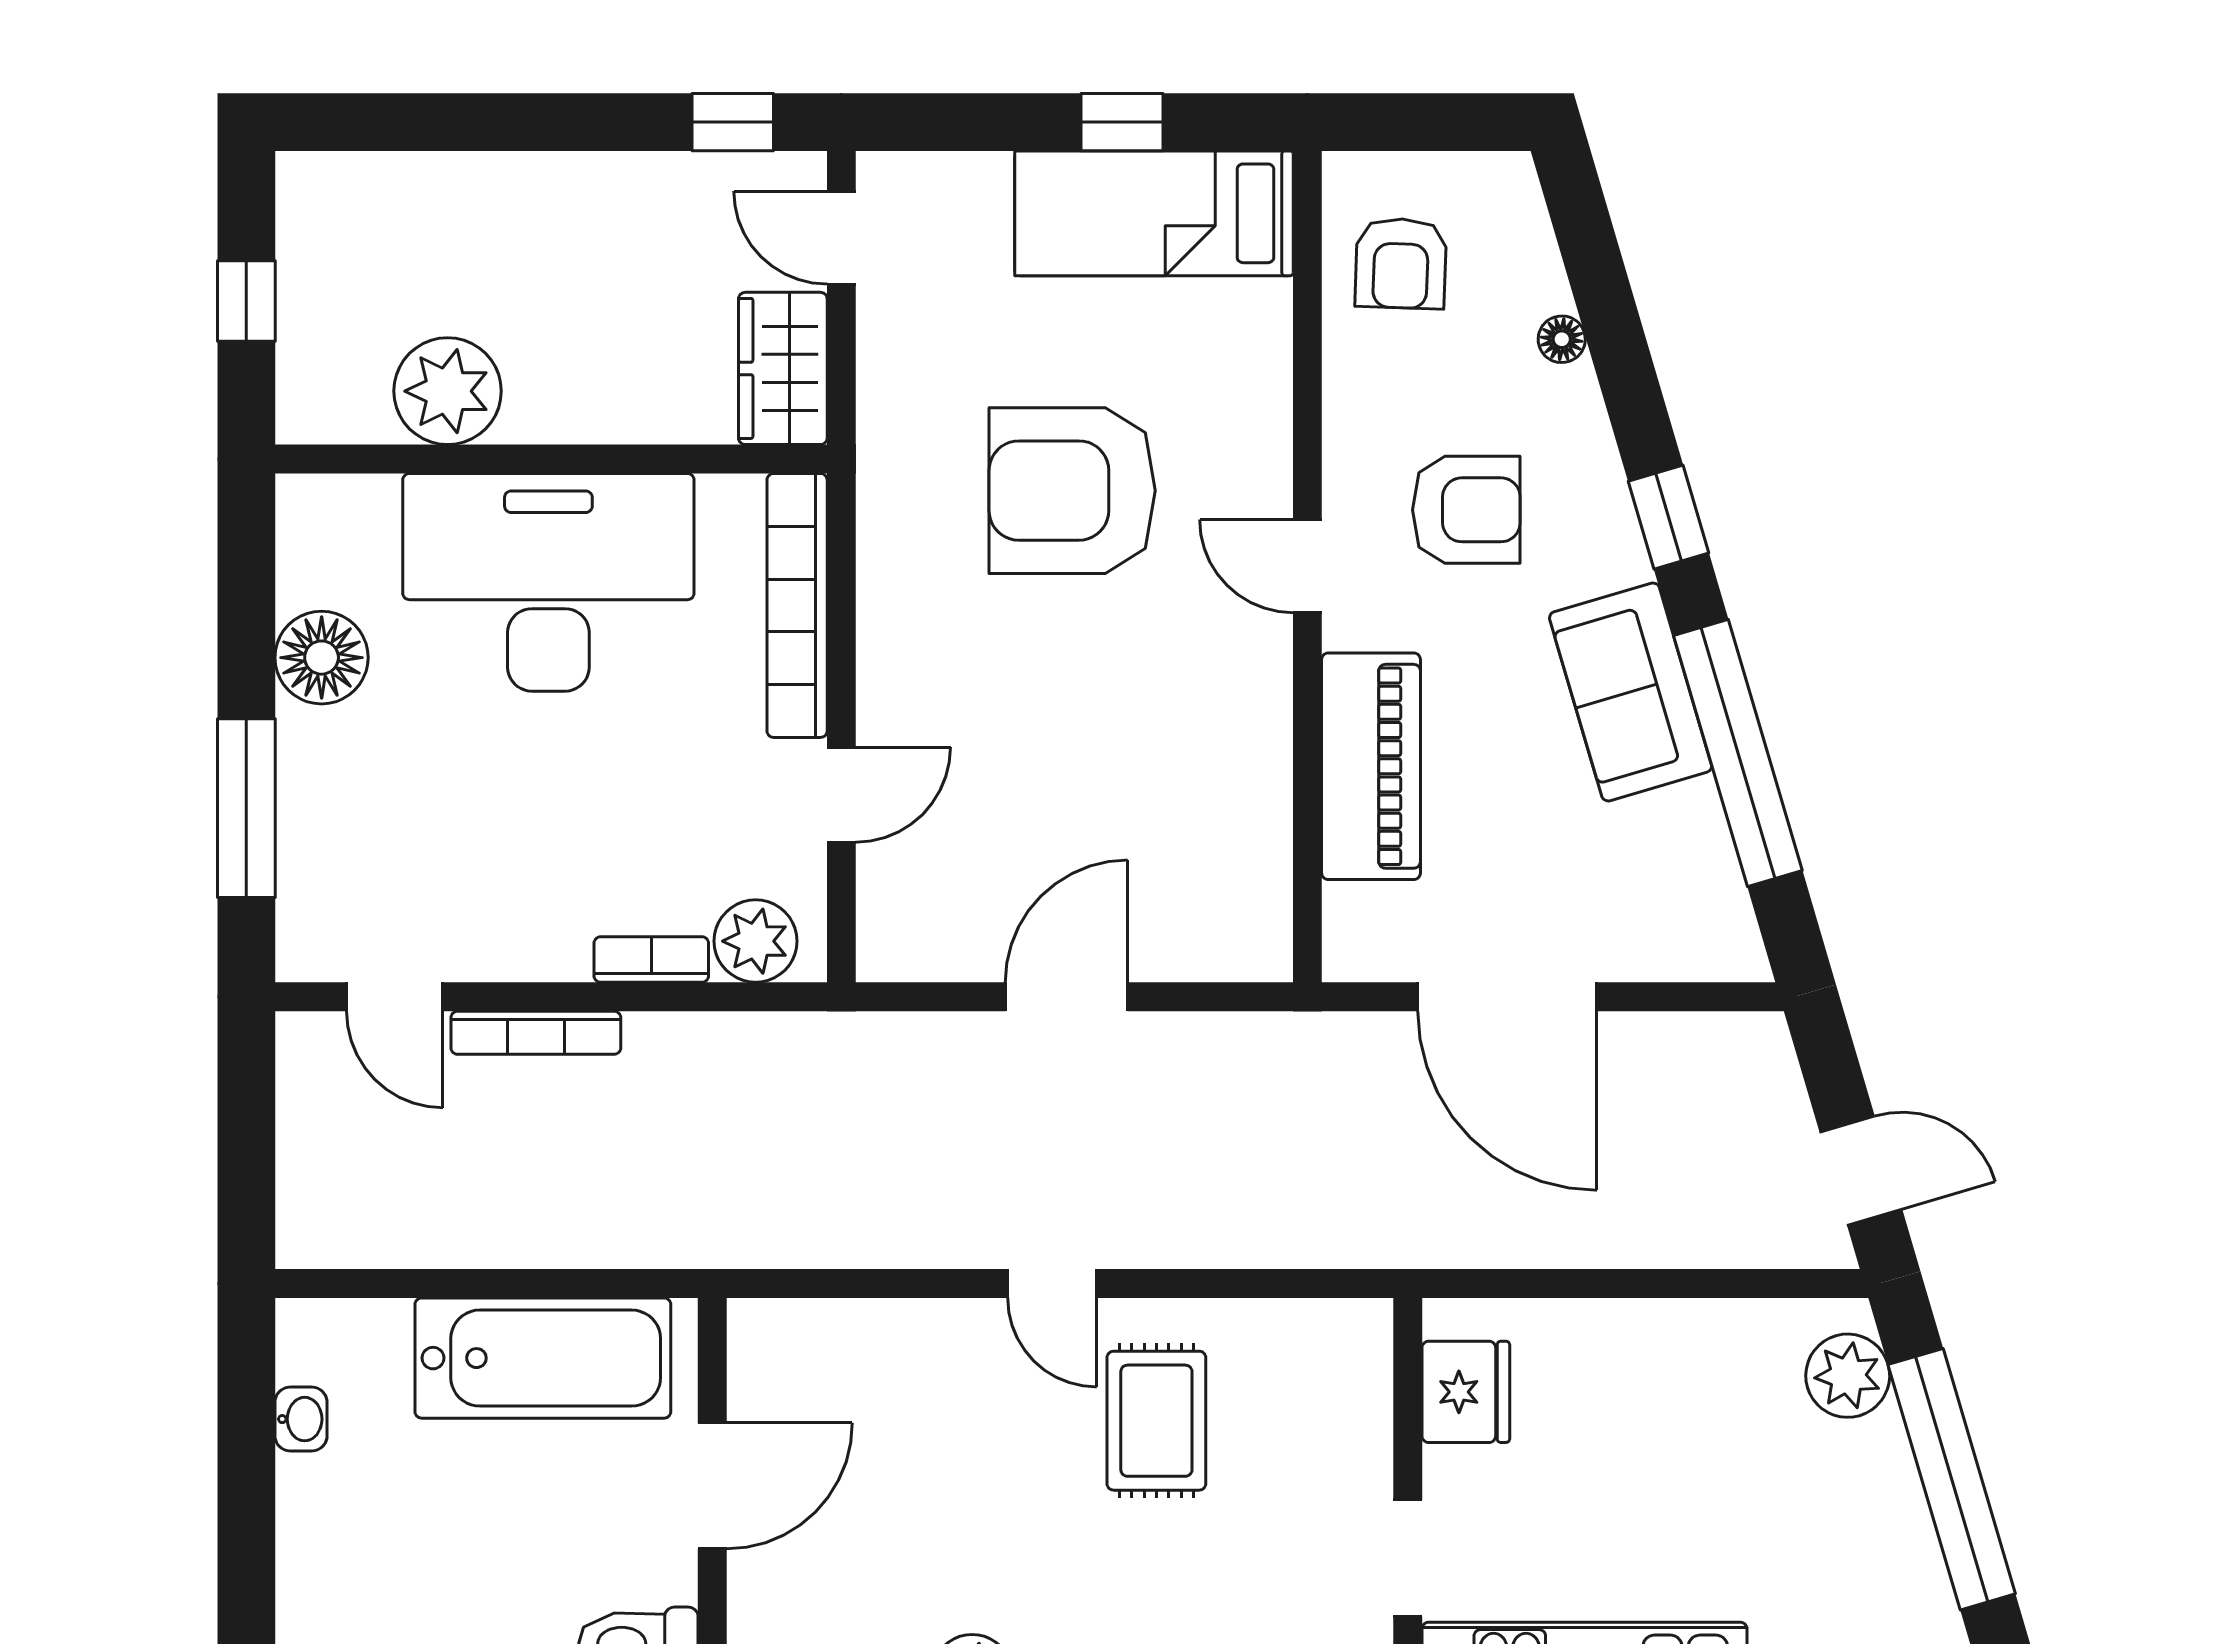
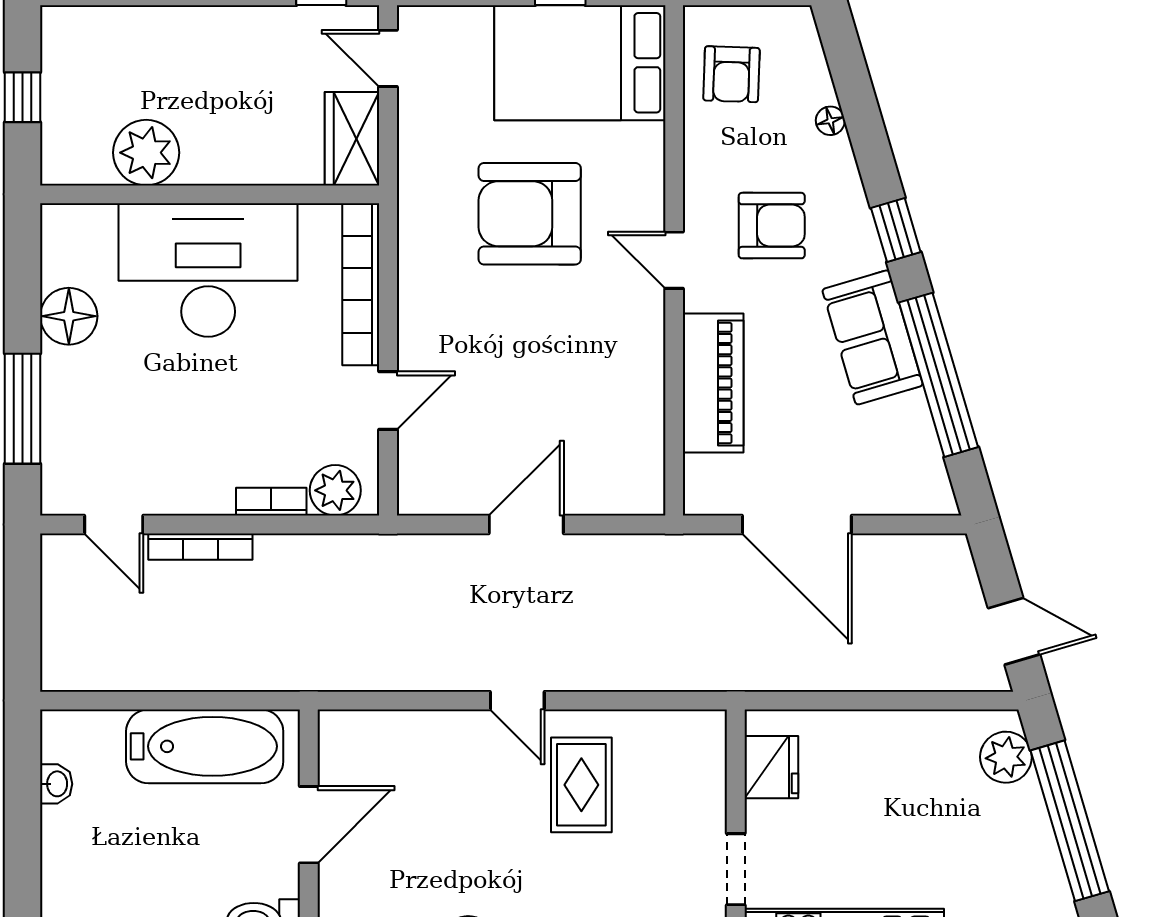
bed: (1154, 213) -> (580, 63), width x1.50

